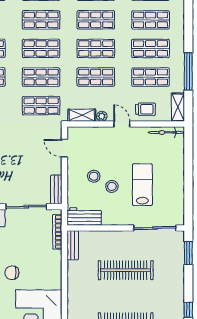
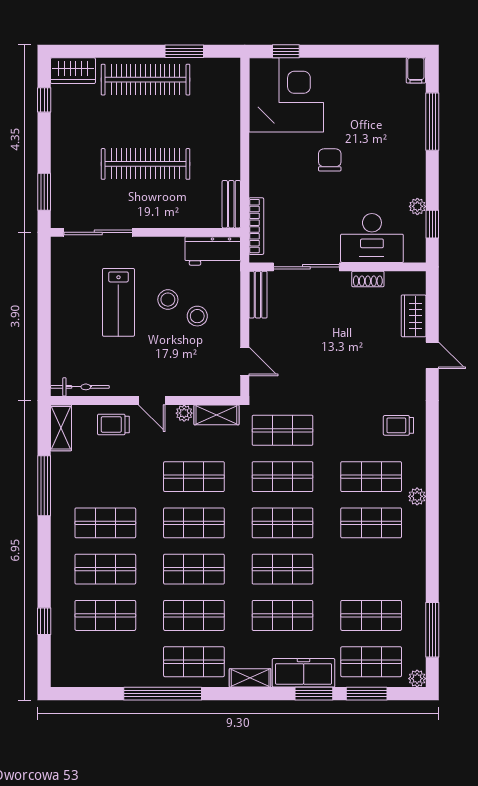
shop shelf: (151, 77) -> (105, 477), removed
chair: (12, 273) -> (330, 160), turned -90

